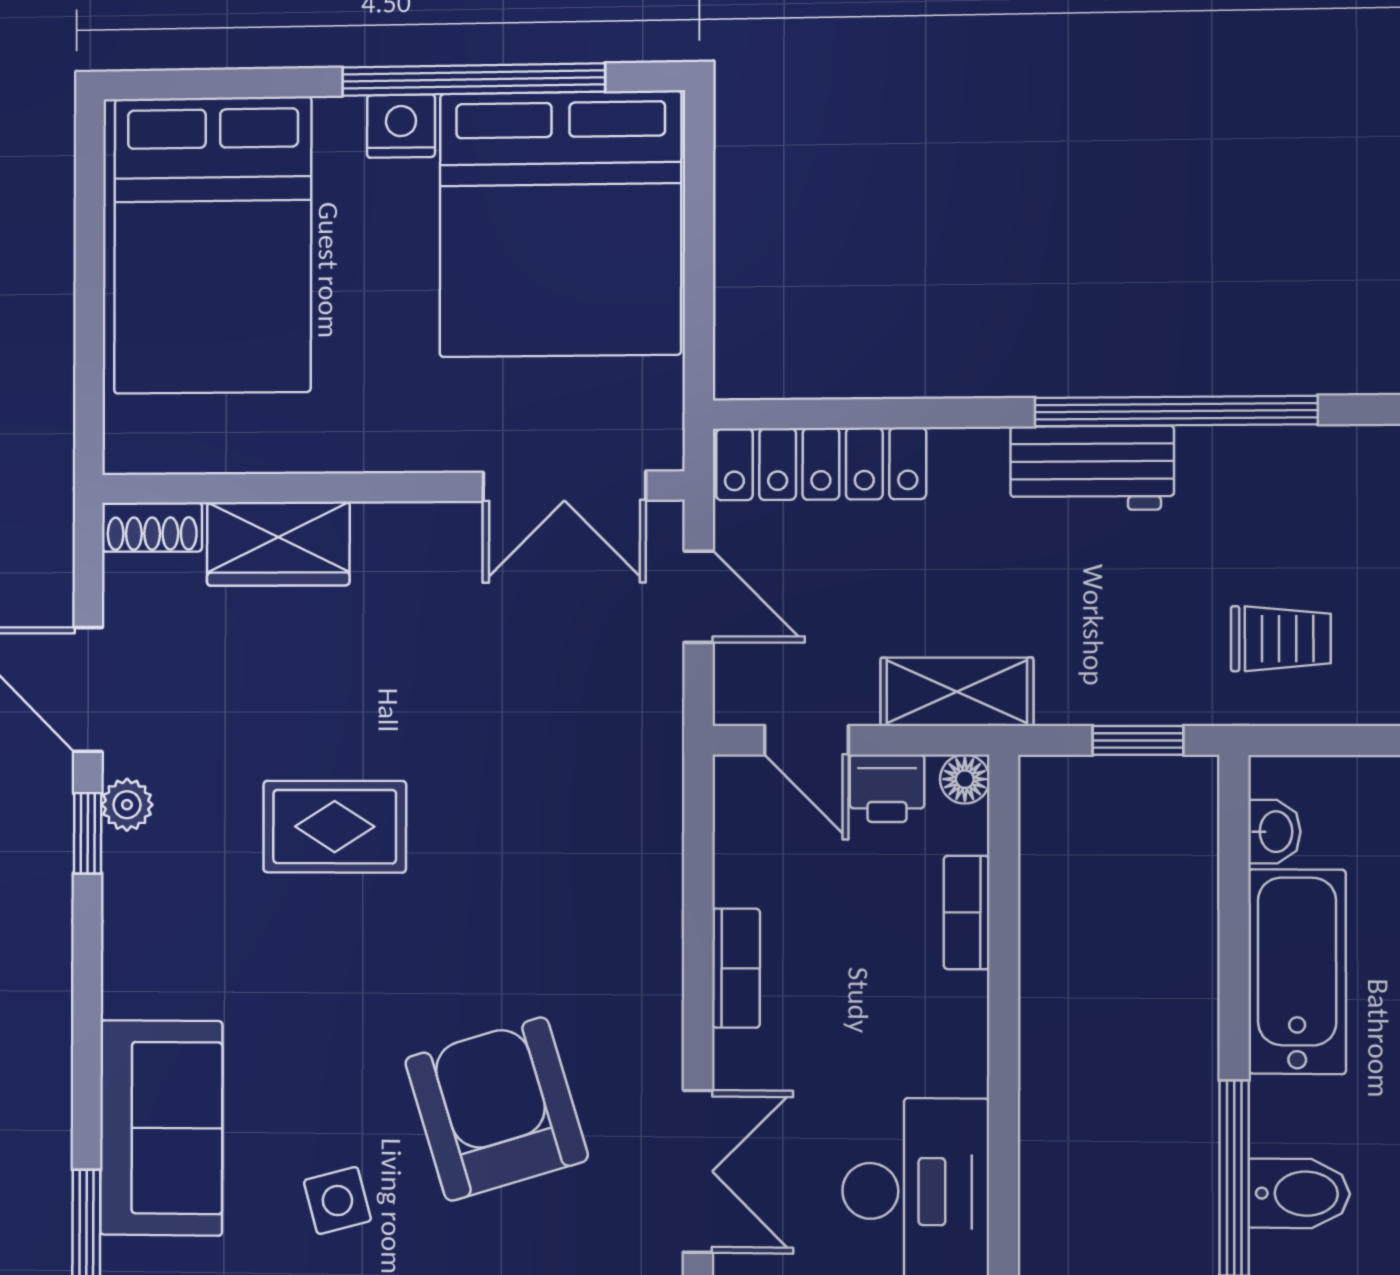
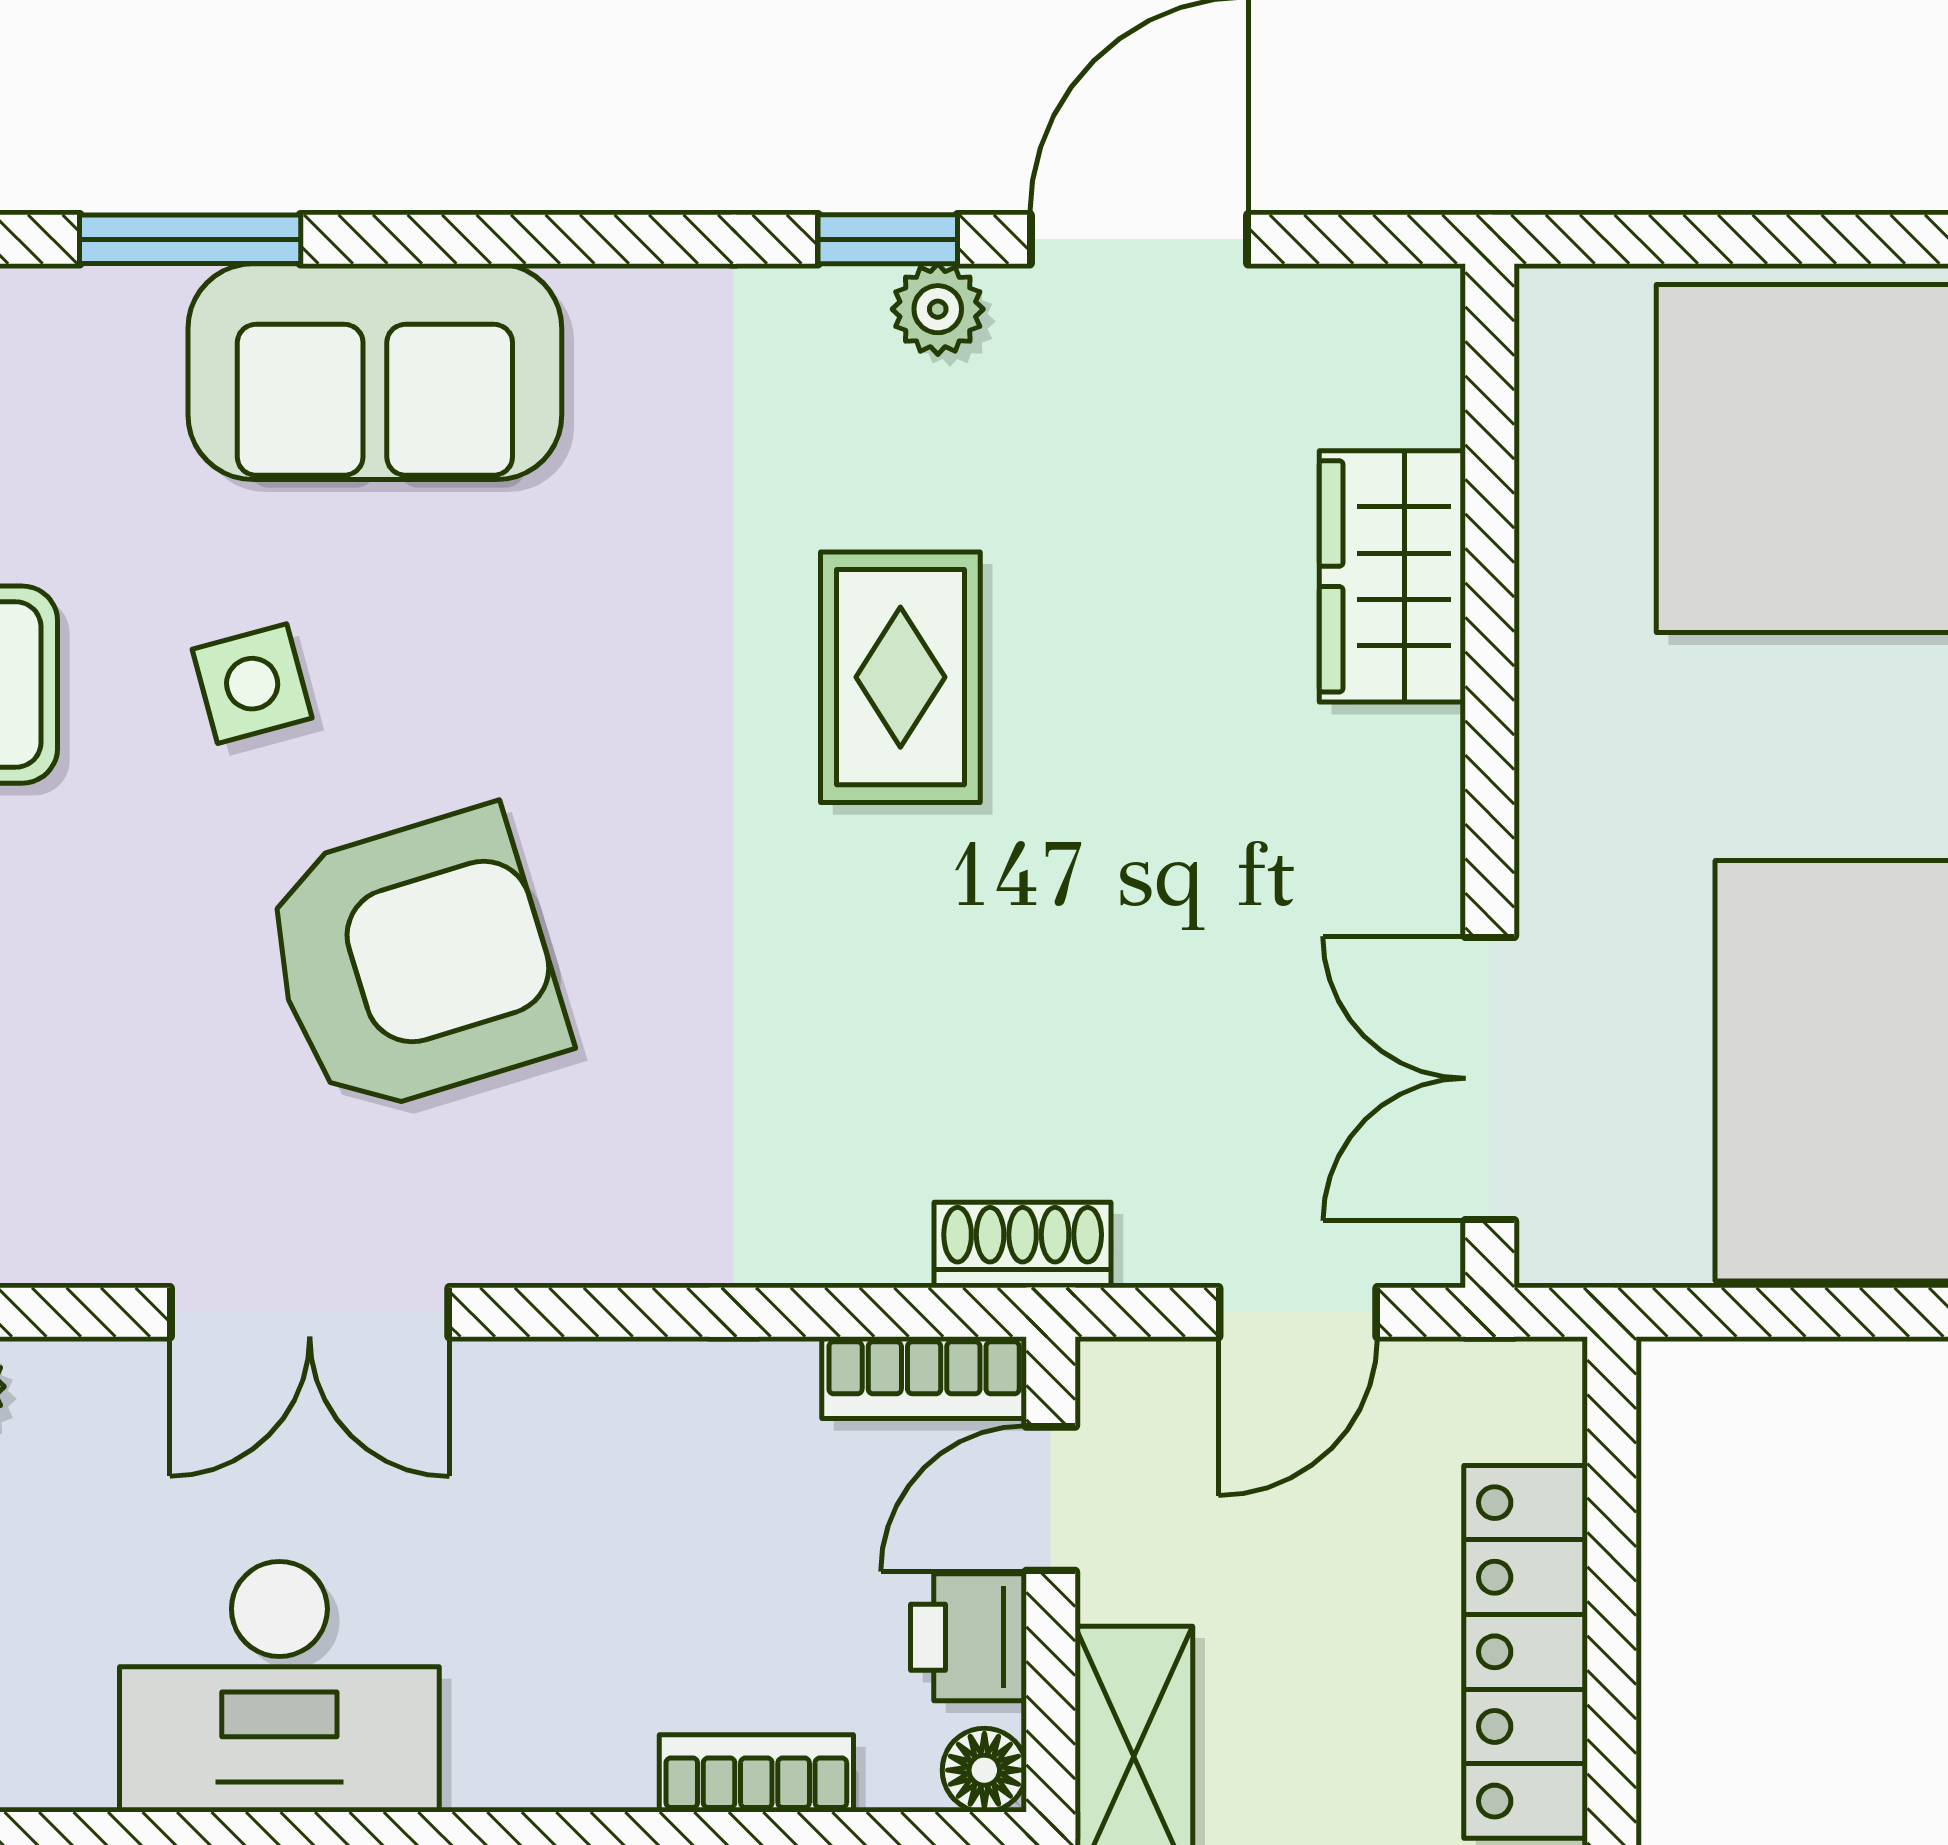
locker: (821, 464) -> (1526, 1652), moved
shoe rack: (152, 527) -> (1023, 1245), moved, turned 90
bookcase: (736, 968) -> (924, 1378), moved

